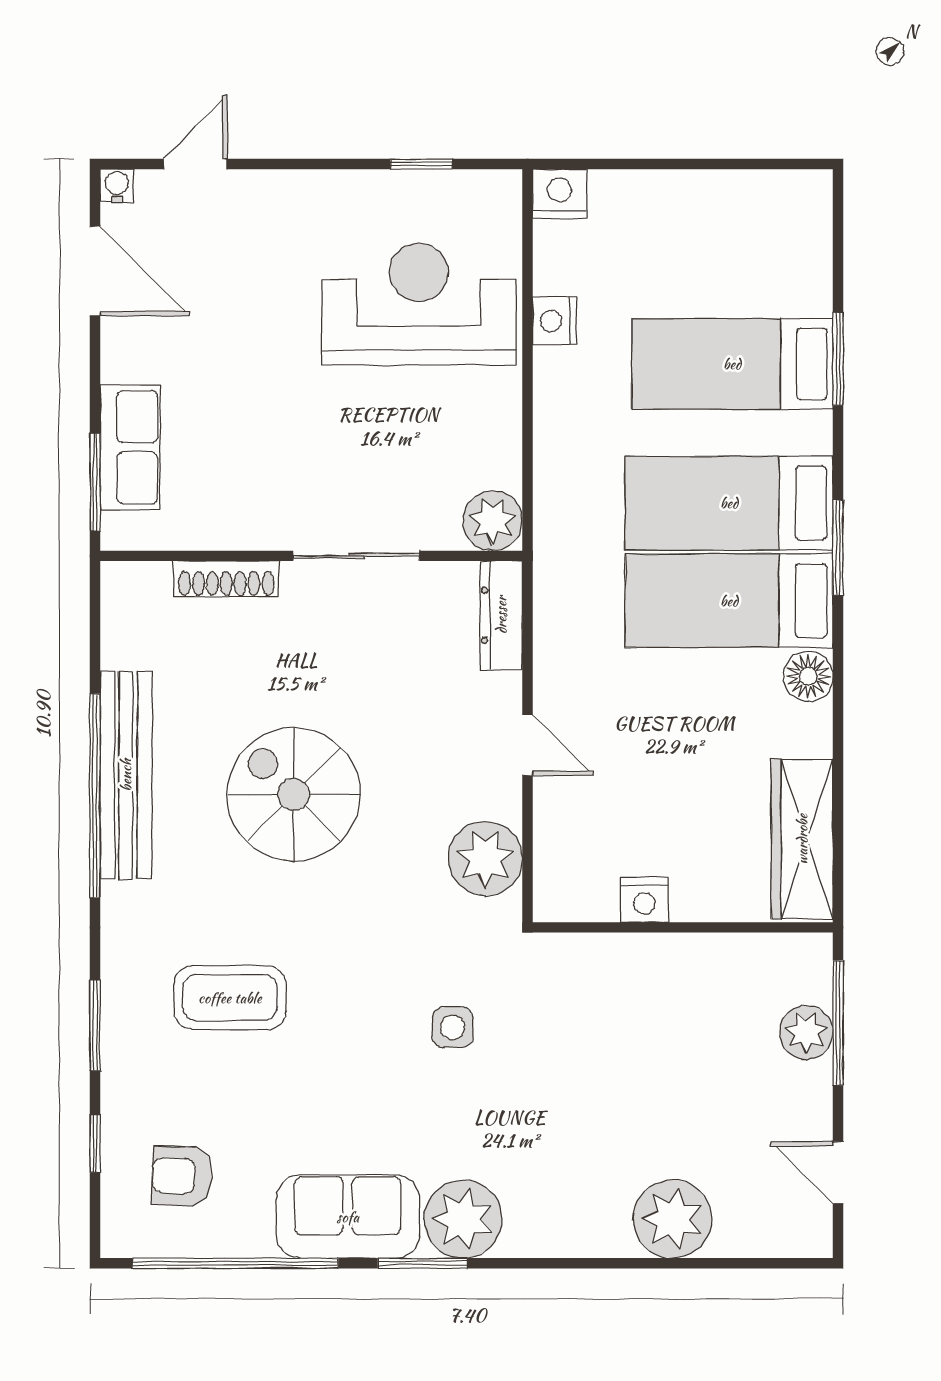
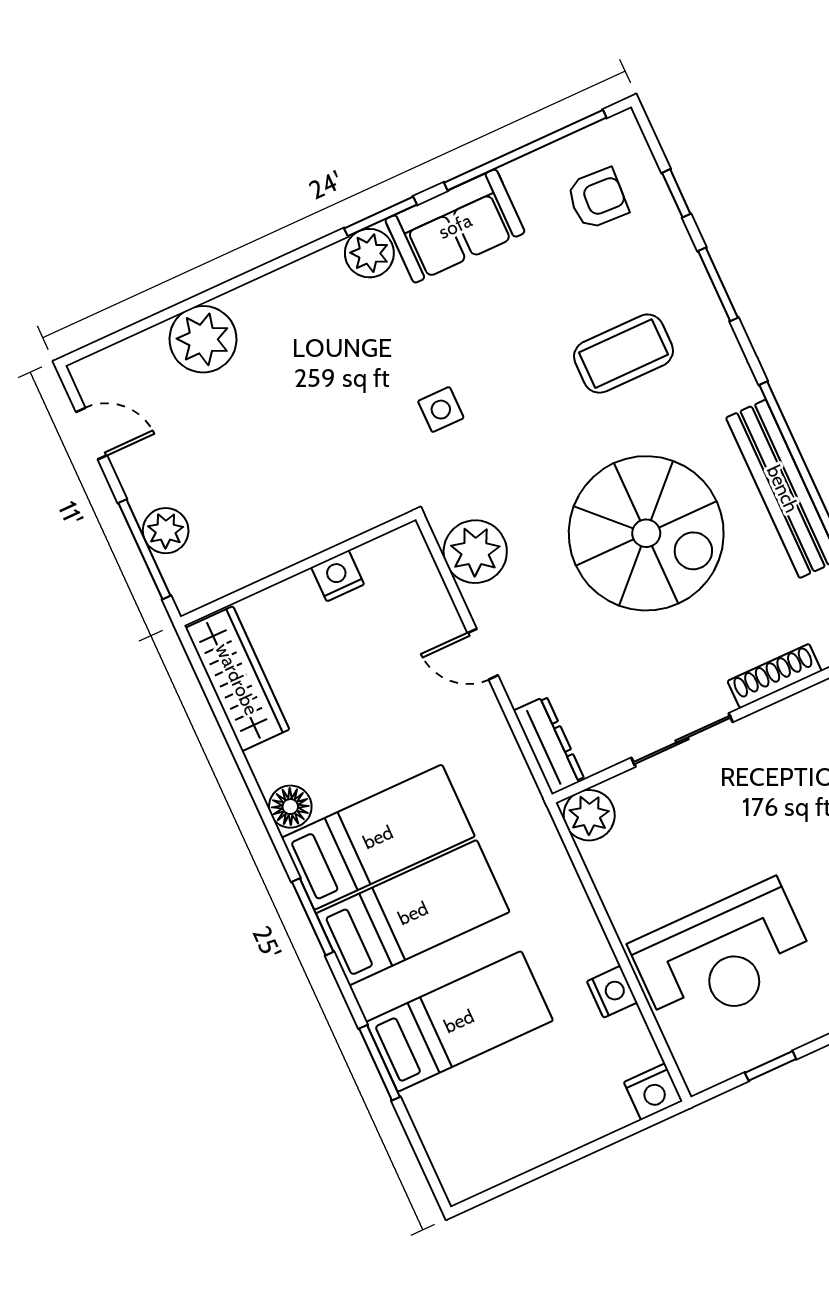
spiral stairs: (294, 794) -> (646, 533), width x1.37, depth x1.37
plant: (463, 1219) -> (369, 253), width x0.73, depth x0.73

